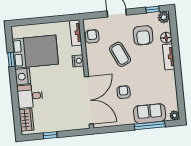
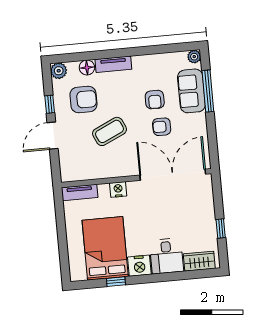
window: (153, 10) -> (50, 104), moved
armchair: (92, 36) -> (155, 100), moved, turned -90

